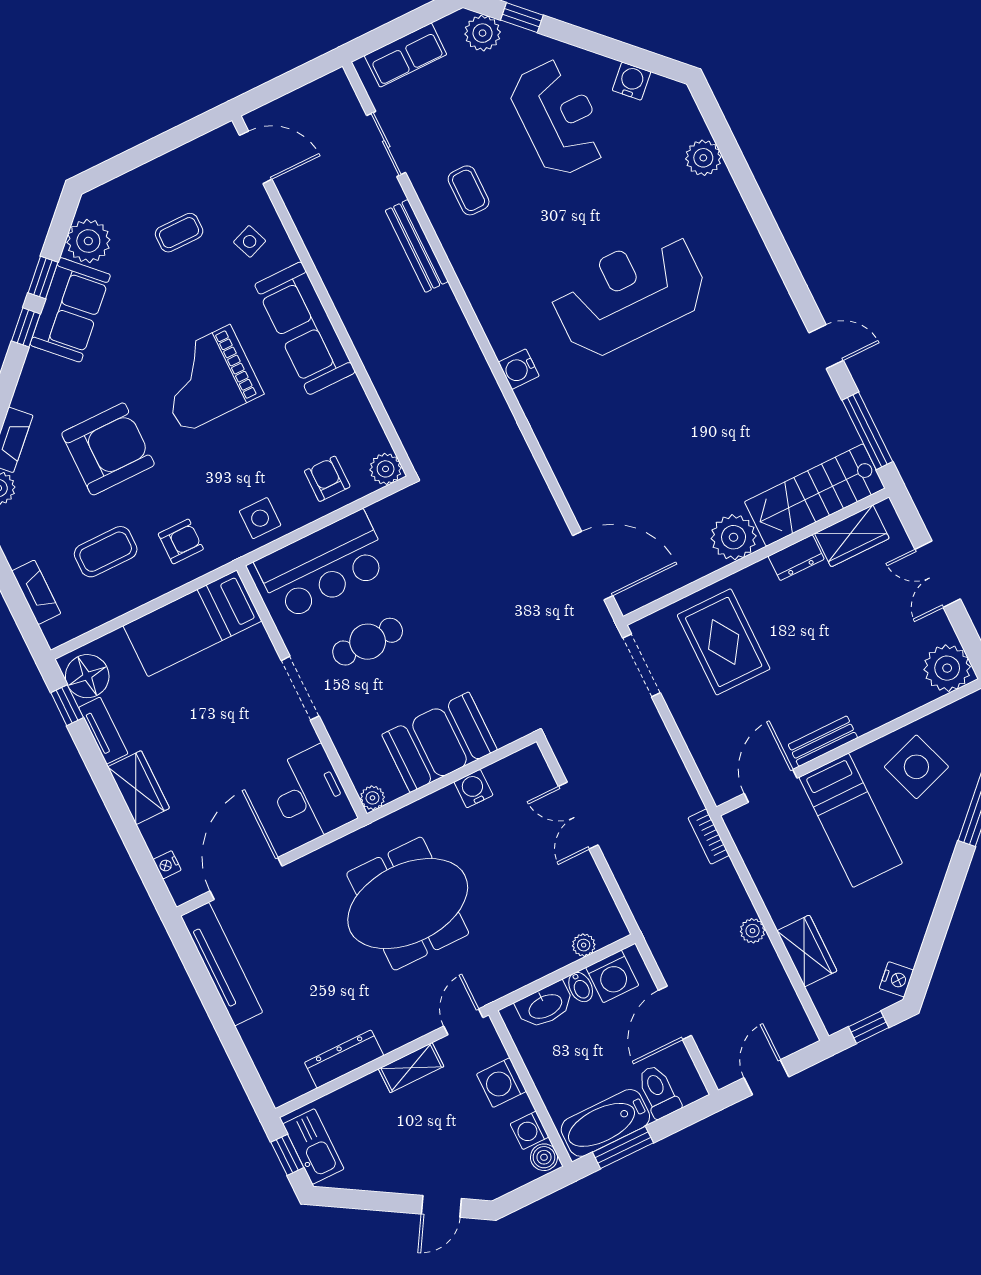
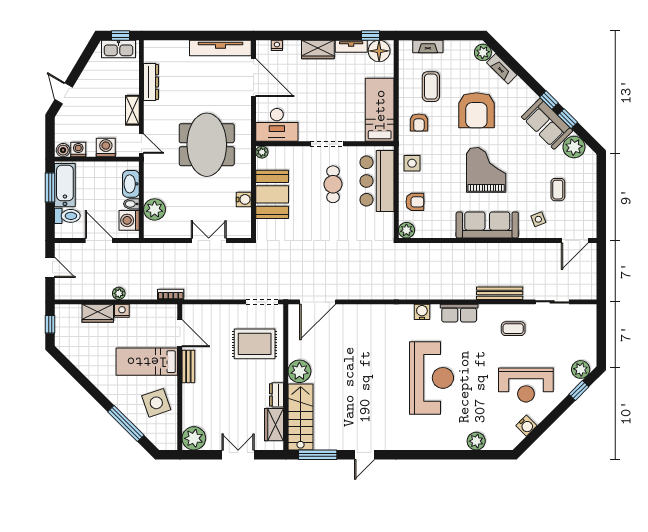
row of seats: (406, 55) -> (459, 313), moved, turned -90
plant: (584, 945) -> (155, 209), width x1.88, depth x1.88
nightstand: (896, 979) -> (122, 311), moved, turned 135

